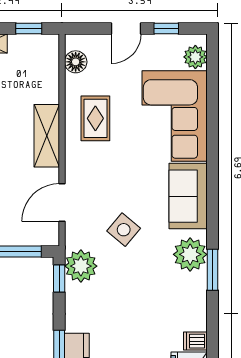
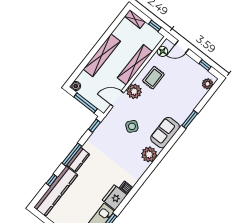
door: (126, 28) -> (182, 47), moved
corner sofa: (175, 116) -> (183, 99), removed
shelving: (47, 136) -> (135, 65), width x1.47
plant: (81, 266) -> (134, 91), moved
window: (213, 270) -> (190, 119), moved

